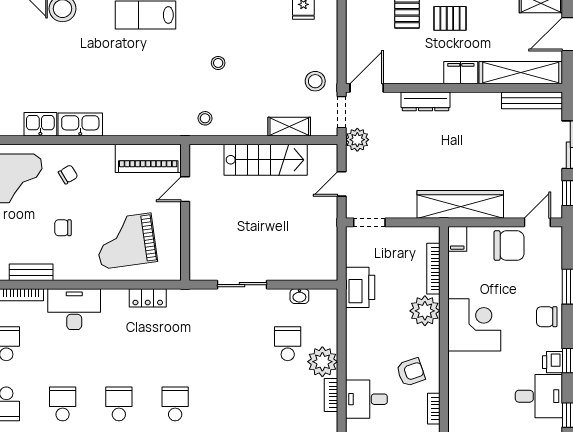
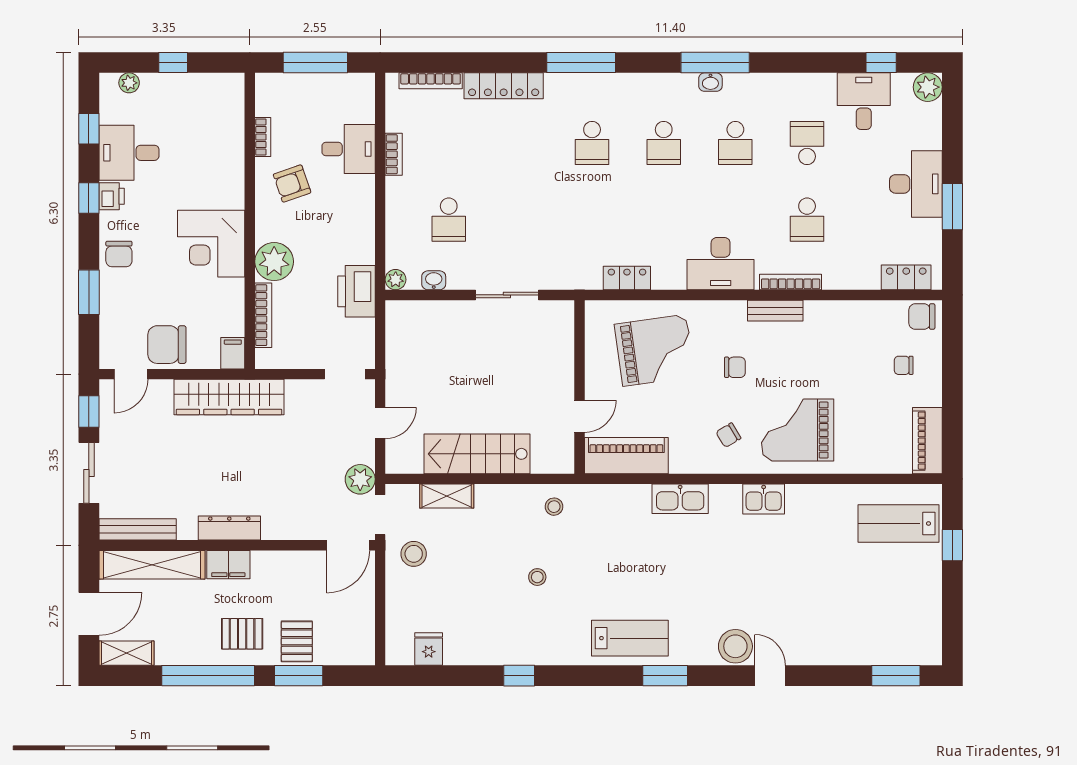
dresser: (426, 101) -> (229, 528), moved
kitchen sink: (80, 124) -> (680, 499), moved
chair: (547, 317) -> (119, 254), turned 90
plant: (322, 362) -> (396, 280), moved, width x0.53, depth x0.53

